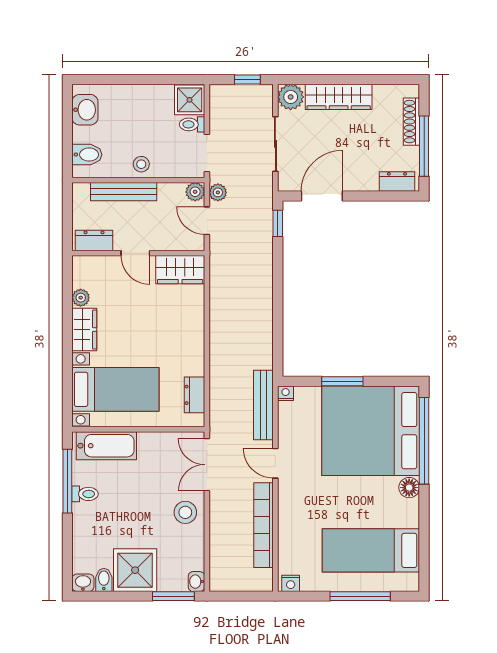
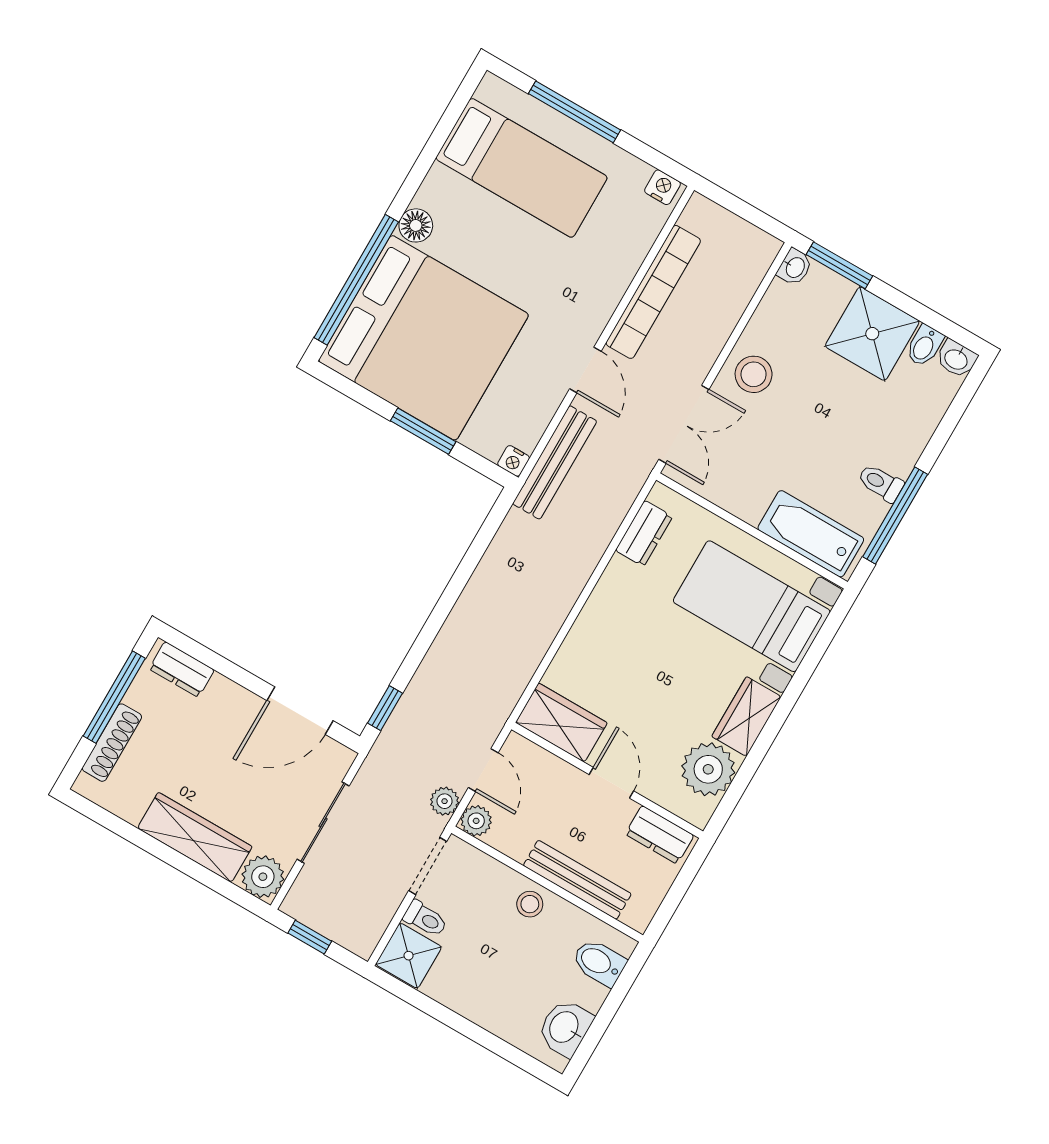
plant: (81, 298) -> (708, 769), width x1.87, depth x1.87

